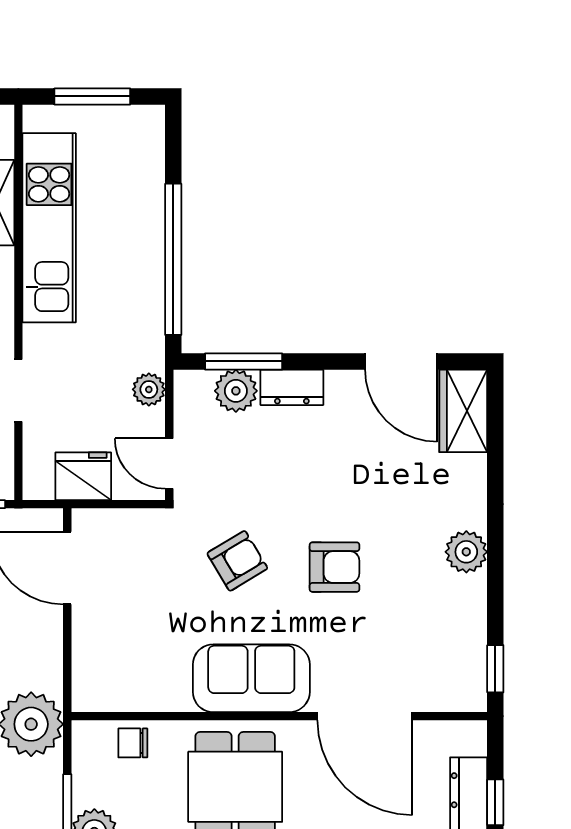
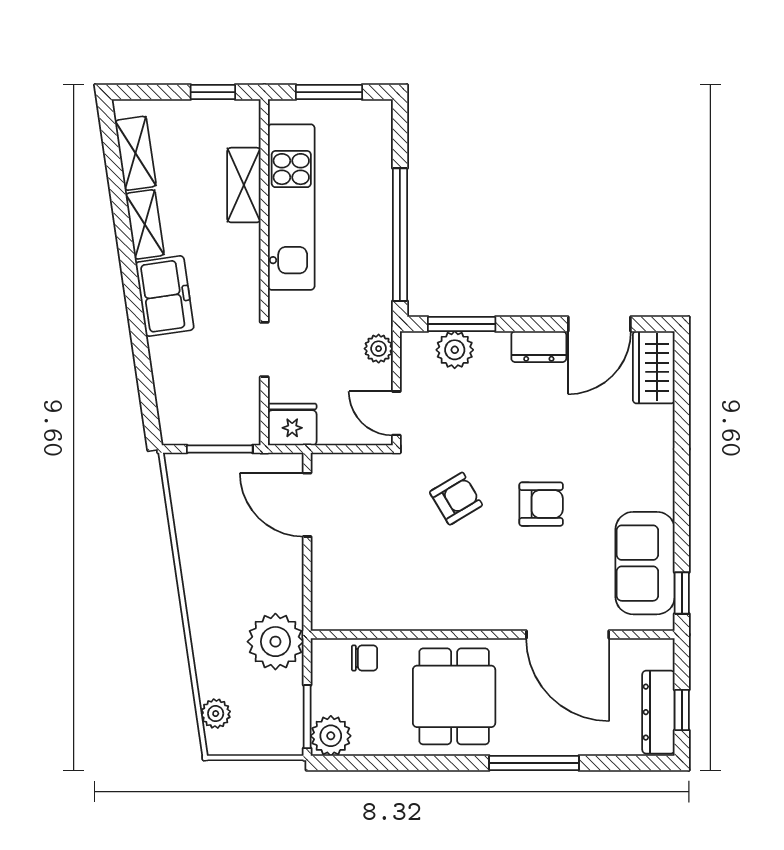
door: (401, 361) -> (599, 324), hinge flipped
dresser: (292, 387) -> (539, 347), moved
fridge: (83, 476) -> (292, 424), moved
plant: (466, 552) -> (656, 491), removed
sofa: (251, 678) -> (645, 563), moved, turned -90
chair: (133, 743) -> (365, 658), turned 180

